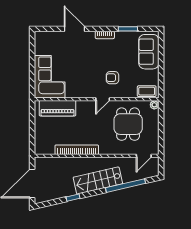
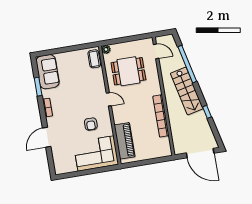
sofa: (149, 52) -> (48, 72), moved, turned -90
armchair: (112, 78) -> (91, 124), moved

